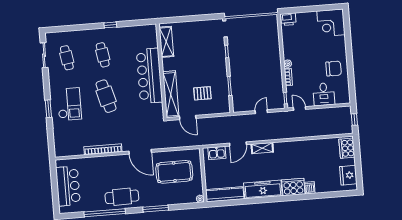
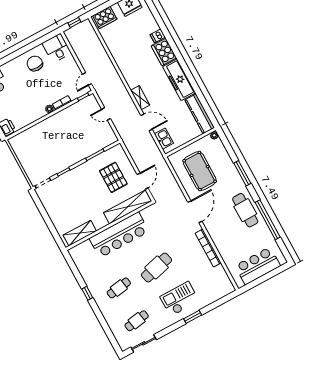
pallet: (202, 93) -> (113, 177), width x1.50, depth x1.42
desk: (324, 94) -> (57, 48), moved, turned -90

